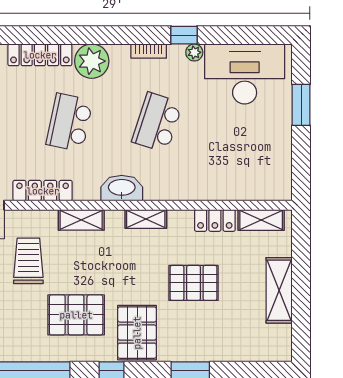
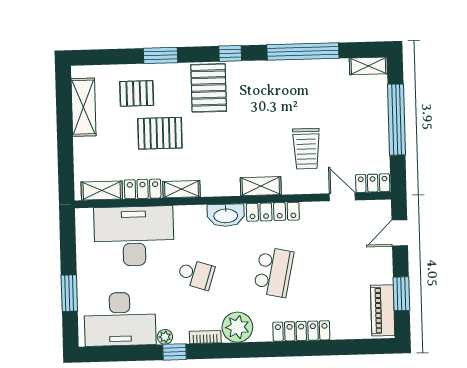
plant: (92, 61) -> (237, 327), moved
school desk: (157, 122) -> (196, 274), width x0.54
desk: (226, 167) -> (134, 236), added
locker: (43, 191) -> (273, 212), moved
shelving: (146, 219) -> (182, 189), moved
shelving: (279, 290) -> (84, 107), moved
pallet: (76, 315) -> (137, 93), moved, width x0.67, depth x0.71

